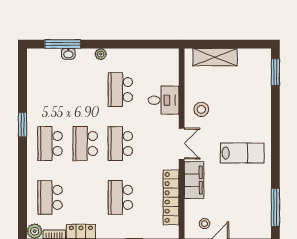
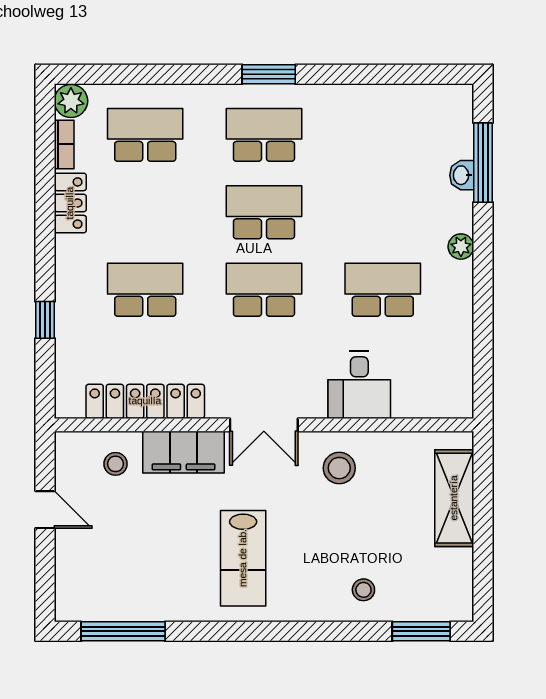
stool: (257, 98) -> (363, 590), added
window: (22, 125) -> (269, 74), moved
stool: (204, 224) -> (116, 464), moved

